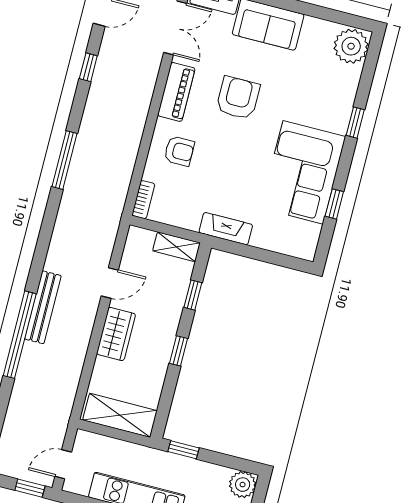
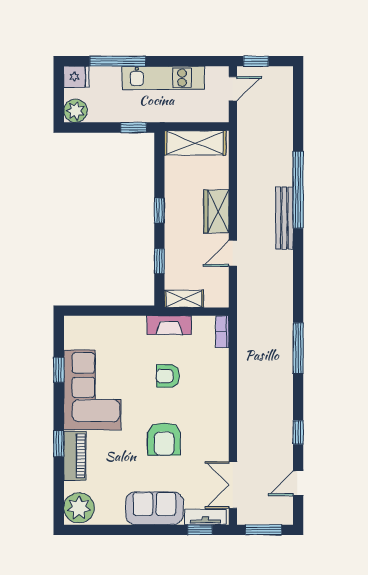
piano: (176, 92) -> (75, 456), moved, turned 180
armchair: (179, 151) -> (168, 376), moved
fireplace: (226, 229) -> (169, 325), moved

